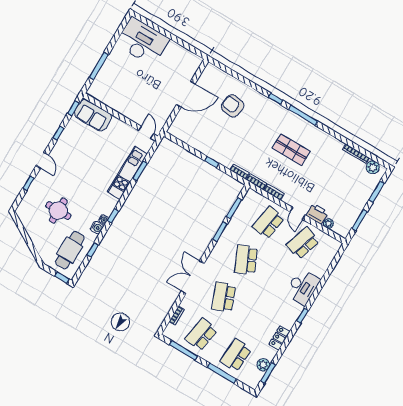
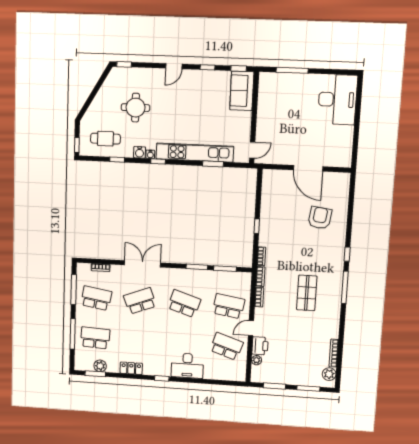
kitchen unit: (127, 173) -> (195, 153), width x1.36
window: (29, 183) -> (124, 64), moved
cafe table: (70, 250) -> (105, 139), width x0.73, depth x0.74
school desk: (246, 260) -> (184, 304), turned 42

